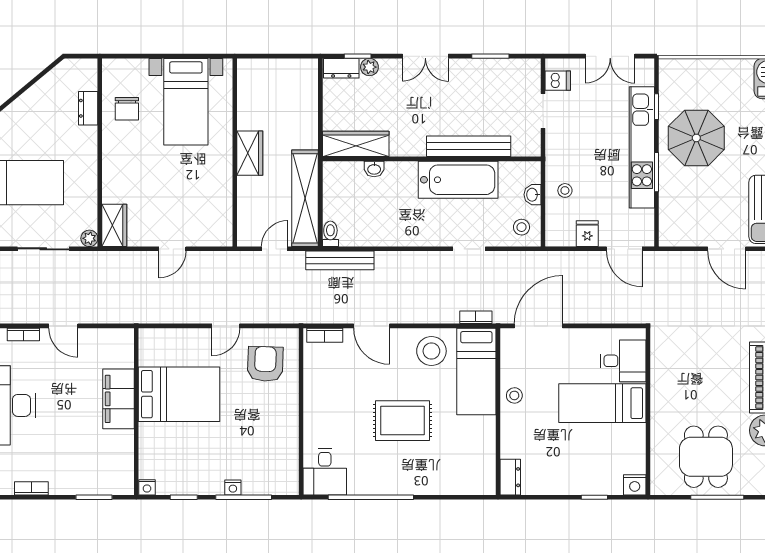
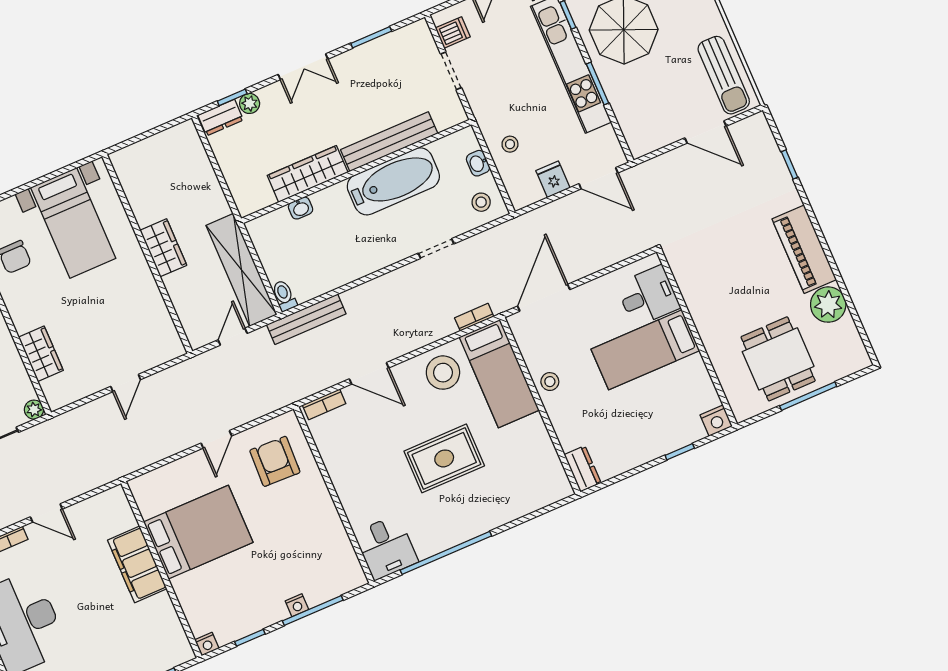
wardrobe: (356, 144) -> (308, 174), moved
wardrobe: (114, 225) -> (41, 354), moved

